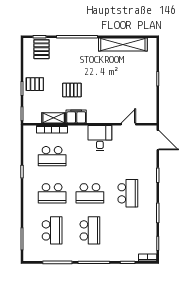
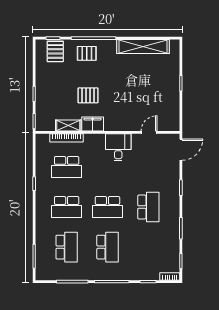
pallet: (35, 84) -> (87, 53), moved
door: (158, 140) -> (181, 150), hinge flipped

